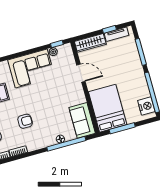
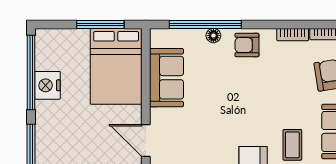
nightstand: (146, 106) -> (48, 85), moved
sofa: (82, 120) -> (166, 78), moved
armchair: (25, 121) -> (247, 45), moved

